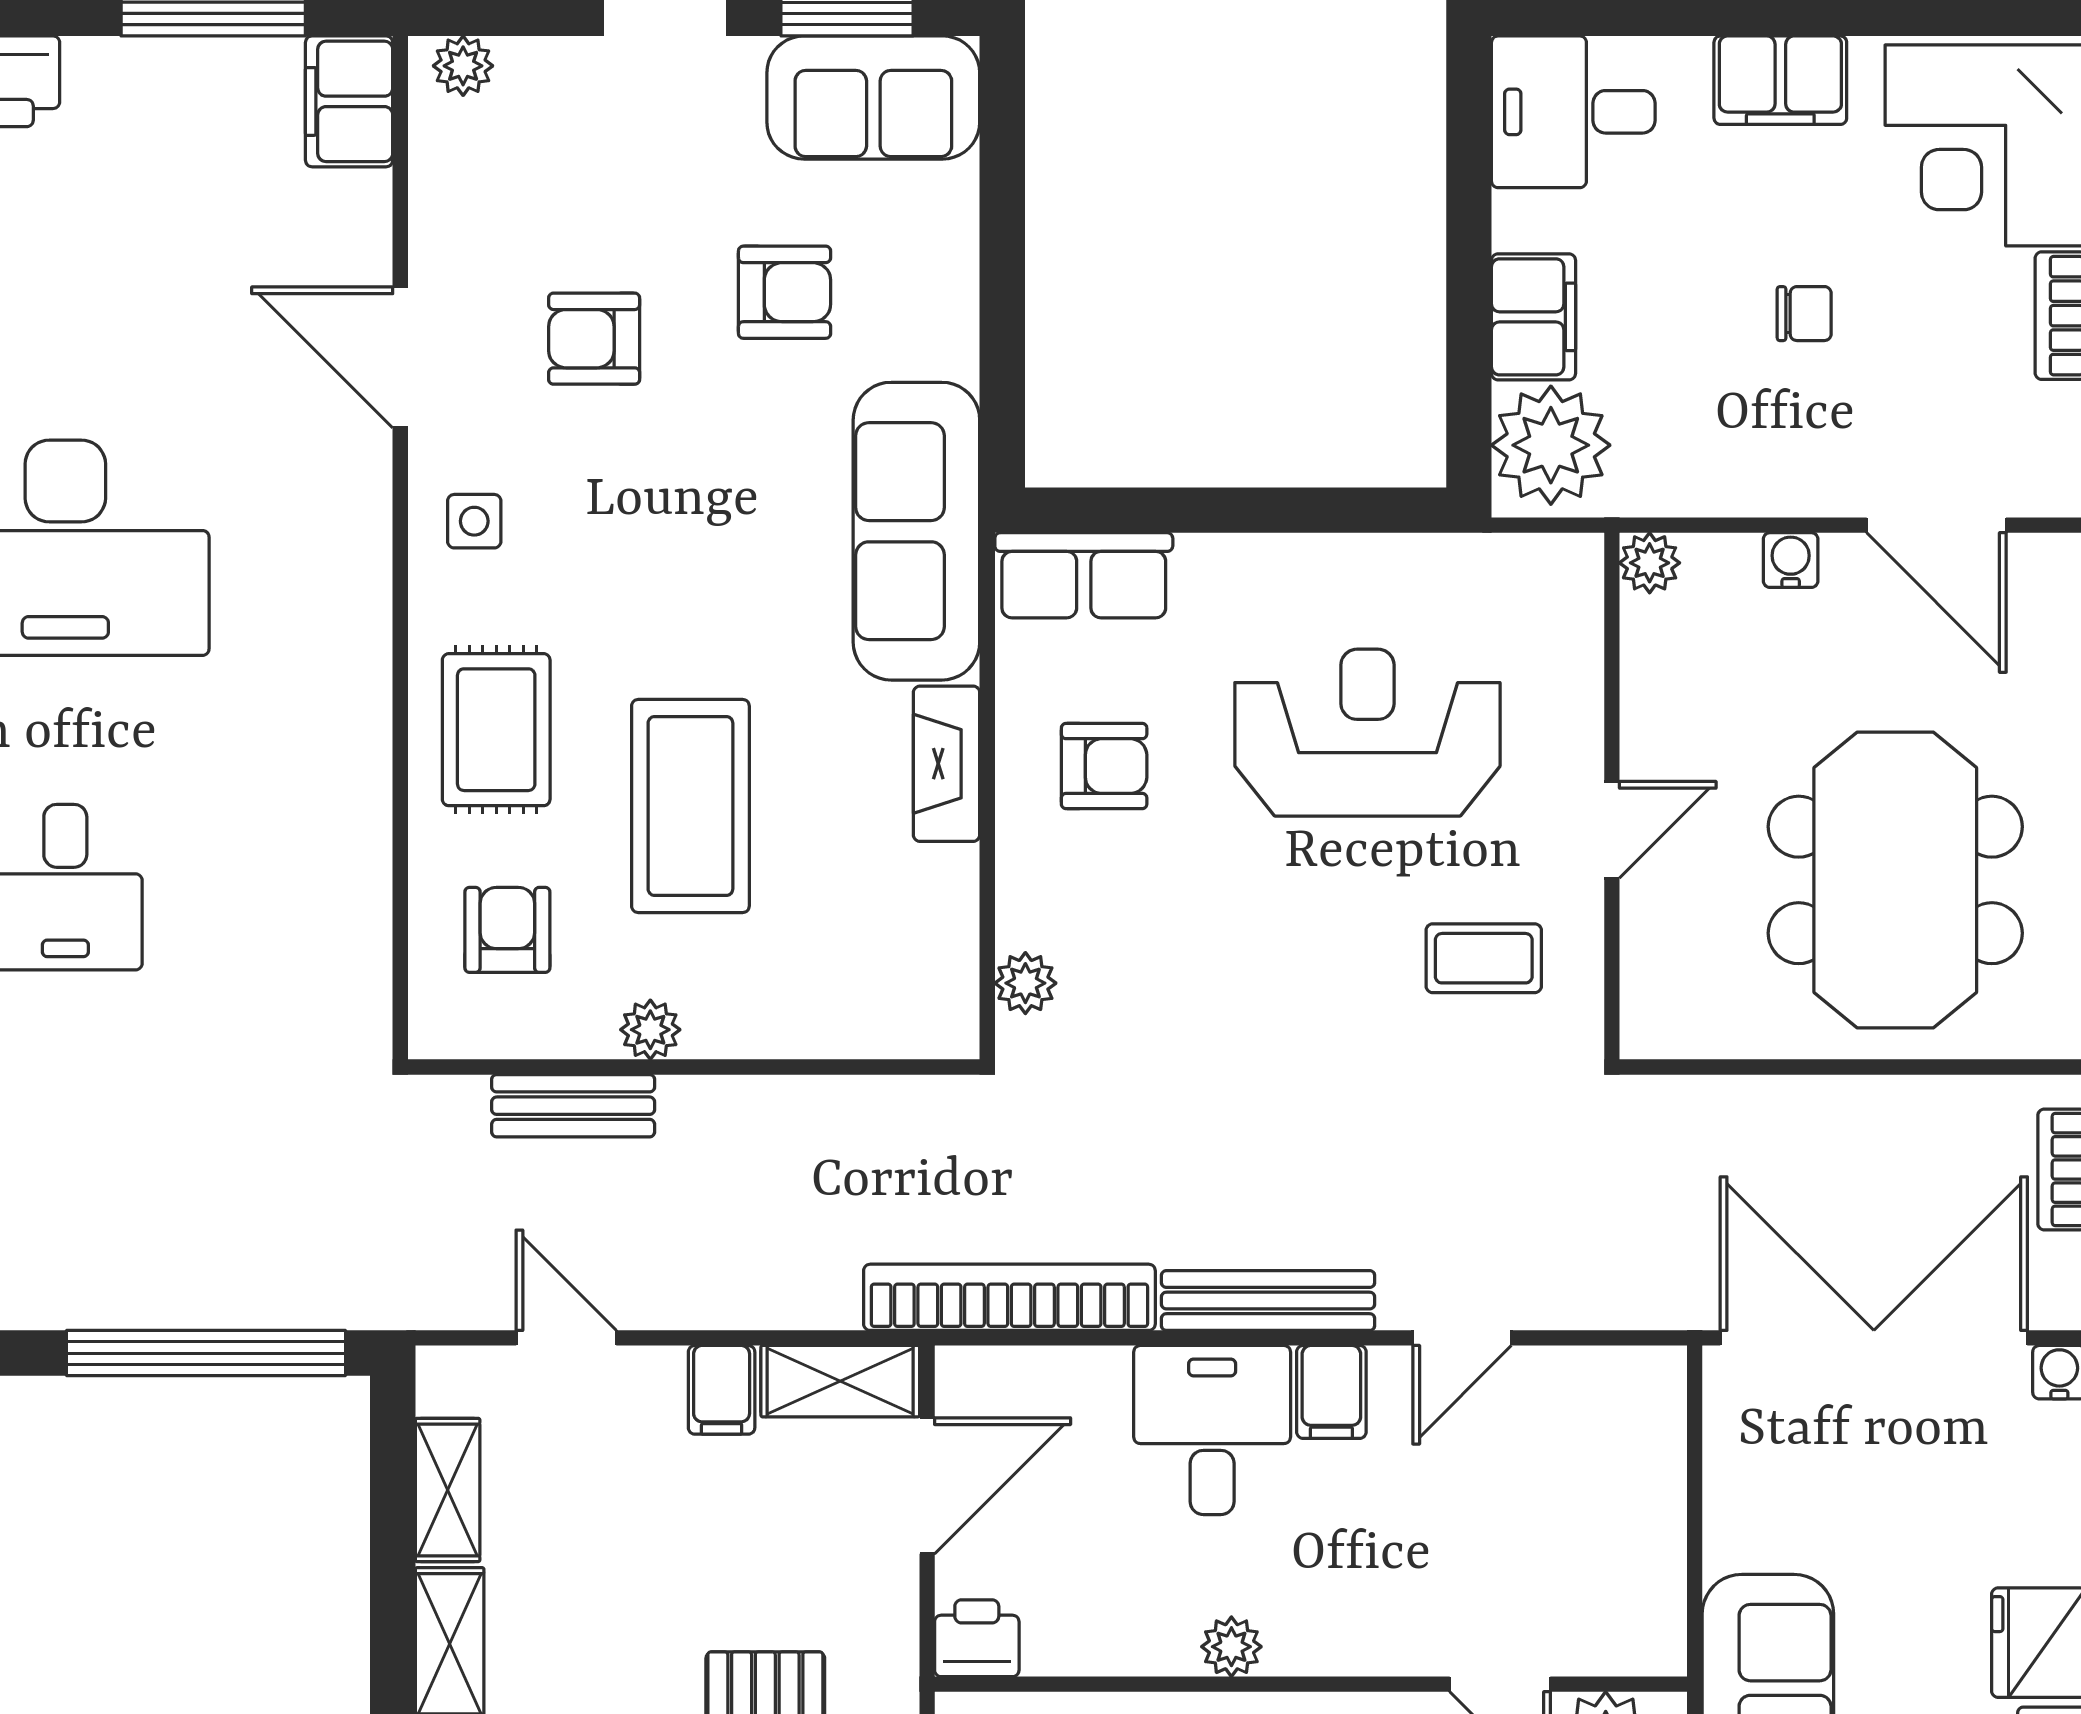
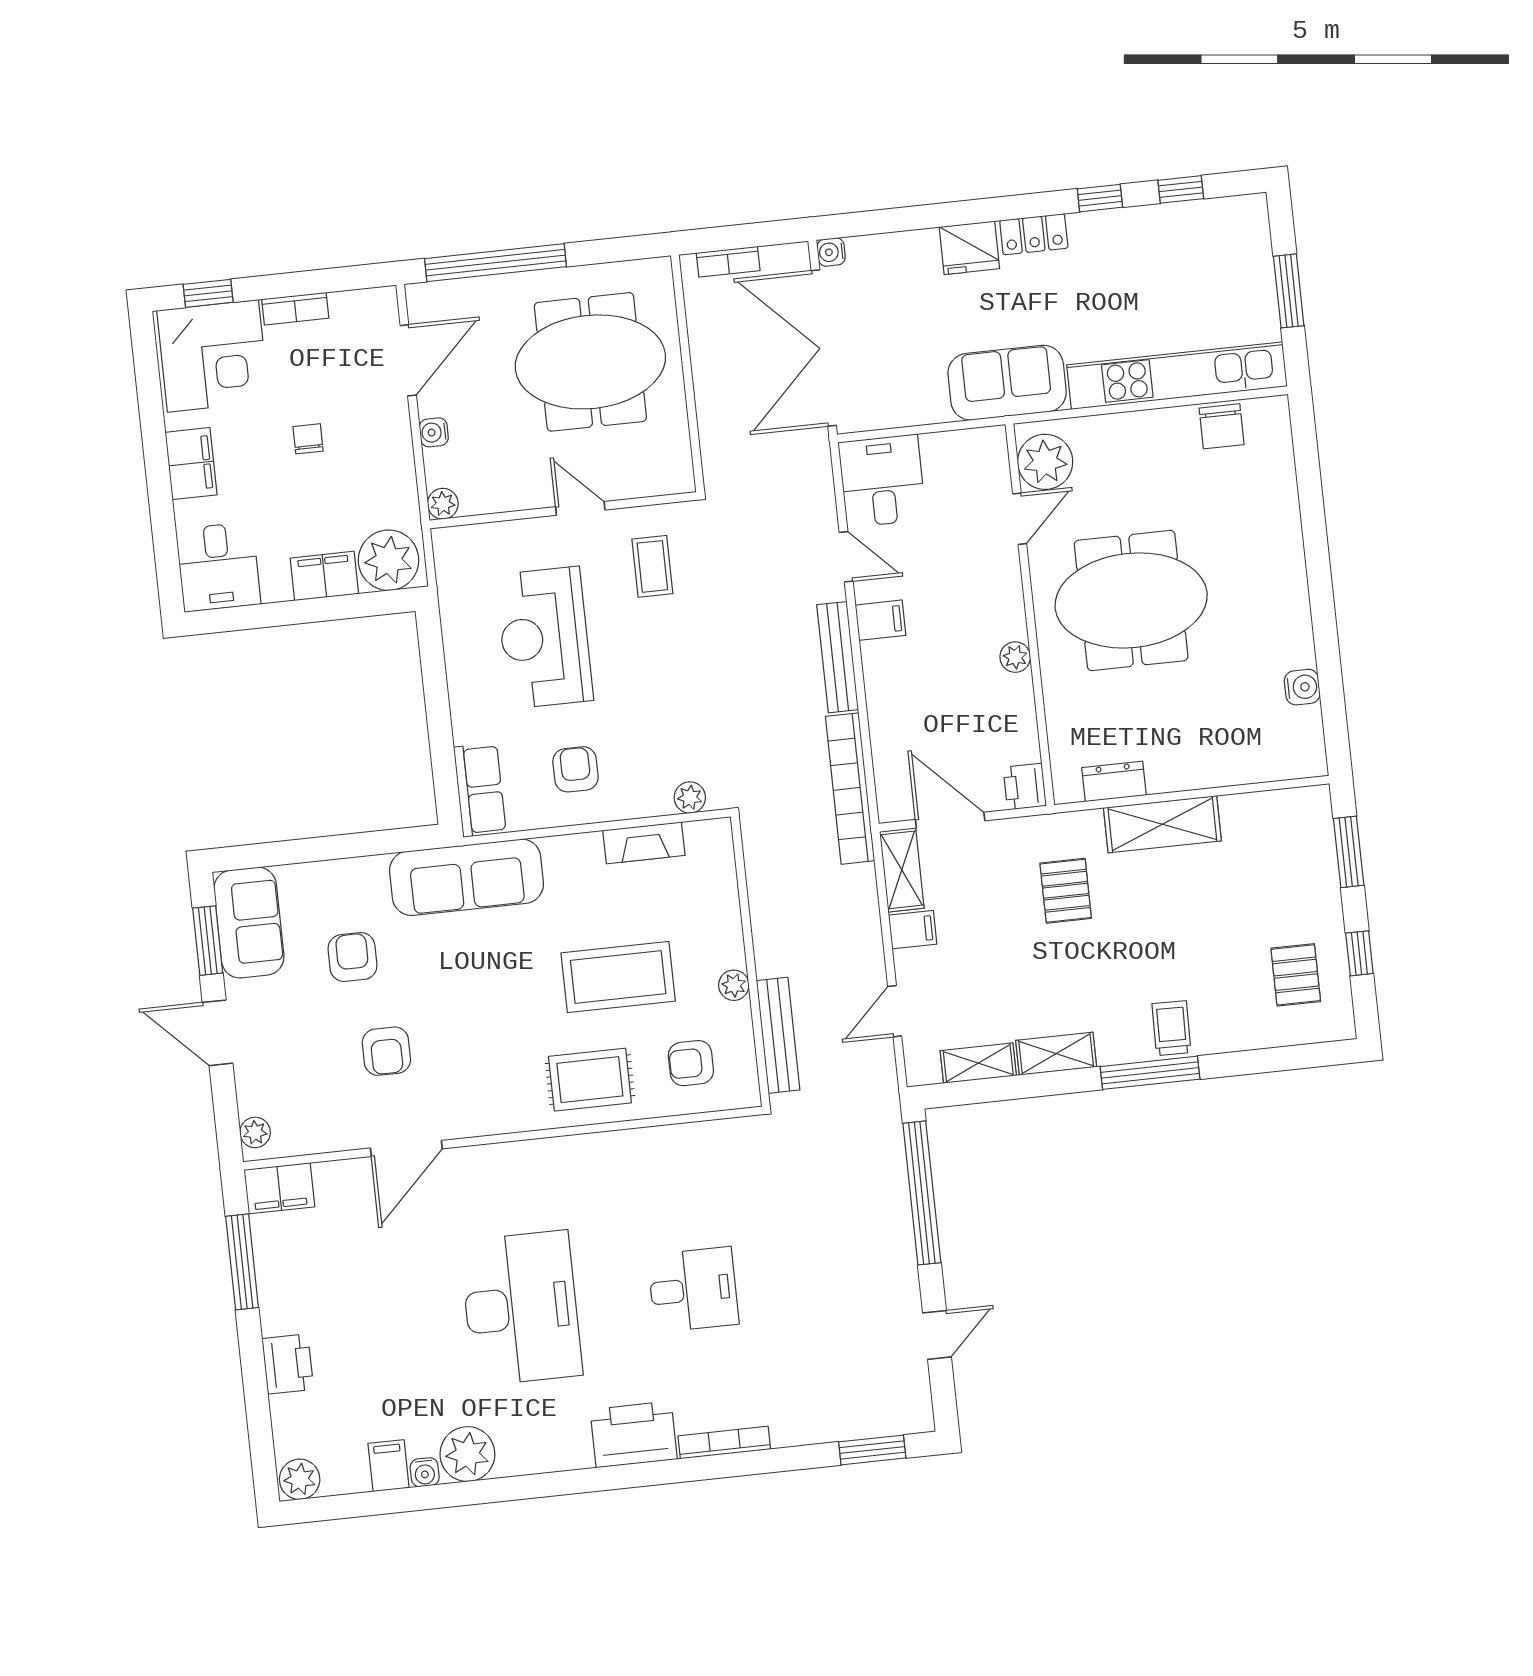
side table: (474, 521) -> (485, 1102), removed
fireplace: (947, 764) -> (644, 843), moved
bench: (573, 1106) -> (778, 1035), width x1.36
desk: (1212, 1430) -> (882, 481), moved, turned 90

